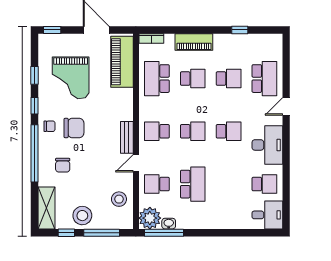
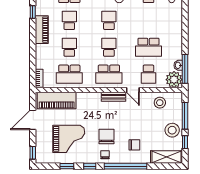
piano: (194, 42) -> (42, 30), moved
school desk: (157, 131) -> (109, 74), width x1.85
school desk: (193, 184) -> (148, 47), turned 180

